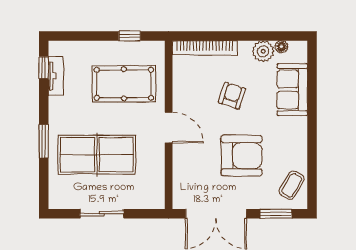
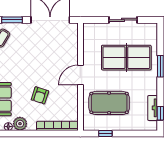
door: (169, 128) -> (80, 75), hinge flipped
armchair: (241, 156) -> (34, 57), removed

